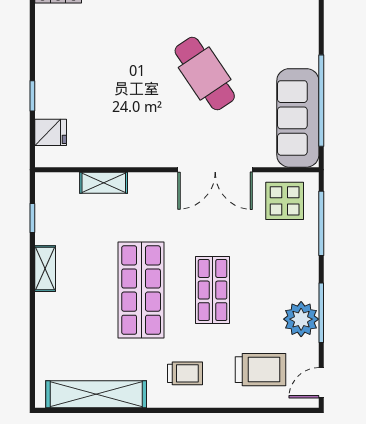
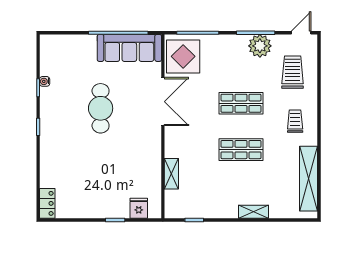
cafe table: (205, 73) -> (101, 108), turned -56
display table: (285, 201) -> (183, 56), width x1.36, depth x1.36
shelving: (45, 269) -> (254, 212), moved
shop shelf: (141, 290) -> (241, 150), width x0.70, depth x0.74
door: (321, 383) -> (301, 33), swing flipped

